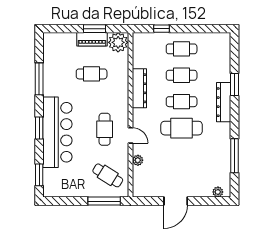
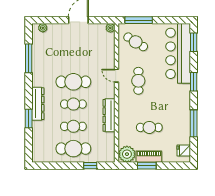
fridge: (51, 47) -> (184, 150), added
cafe table: (182, 49) -> (73, 149), width x1.37, depth x1.35
bar counter: (57, 132) -> (178, 53), moved
plant: (138, 160) -> (110, 28), moved

